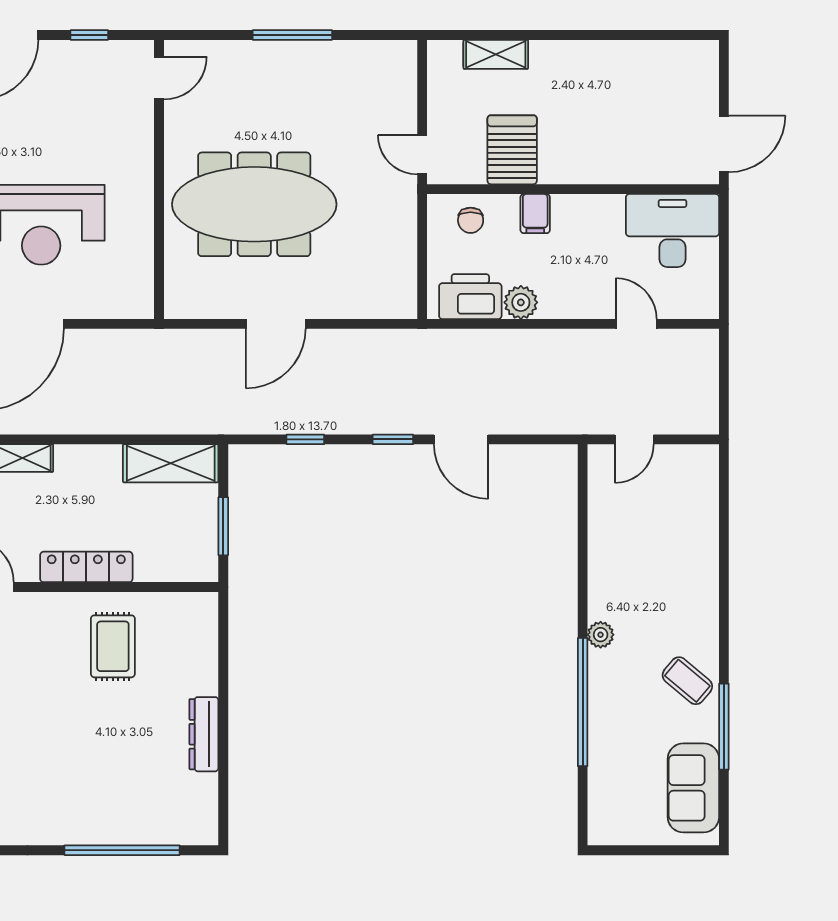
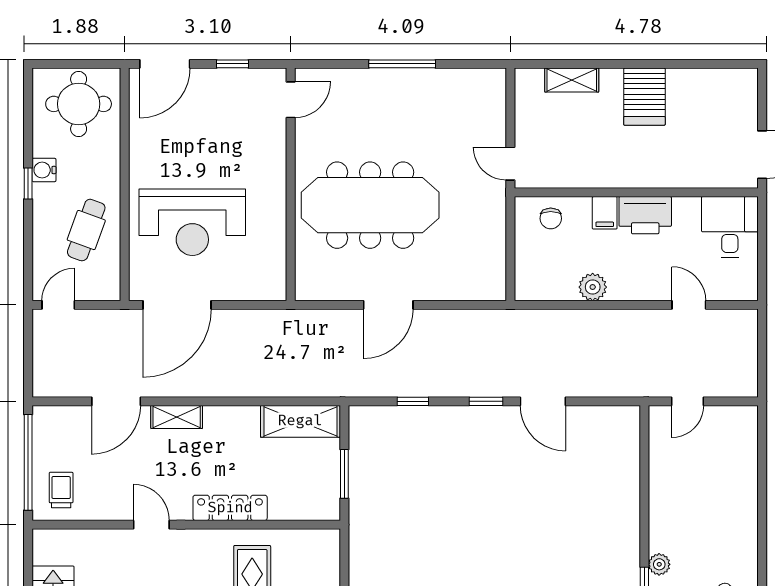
server rack: (512, 150) -> (644, 97), moved, turned 180
desk: (672, 230) -> (730, 227), width x0.73
printer: (470, 297) -> (645, 215), moved, turned 180

